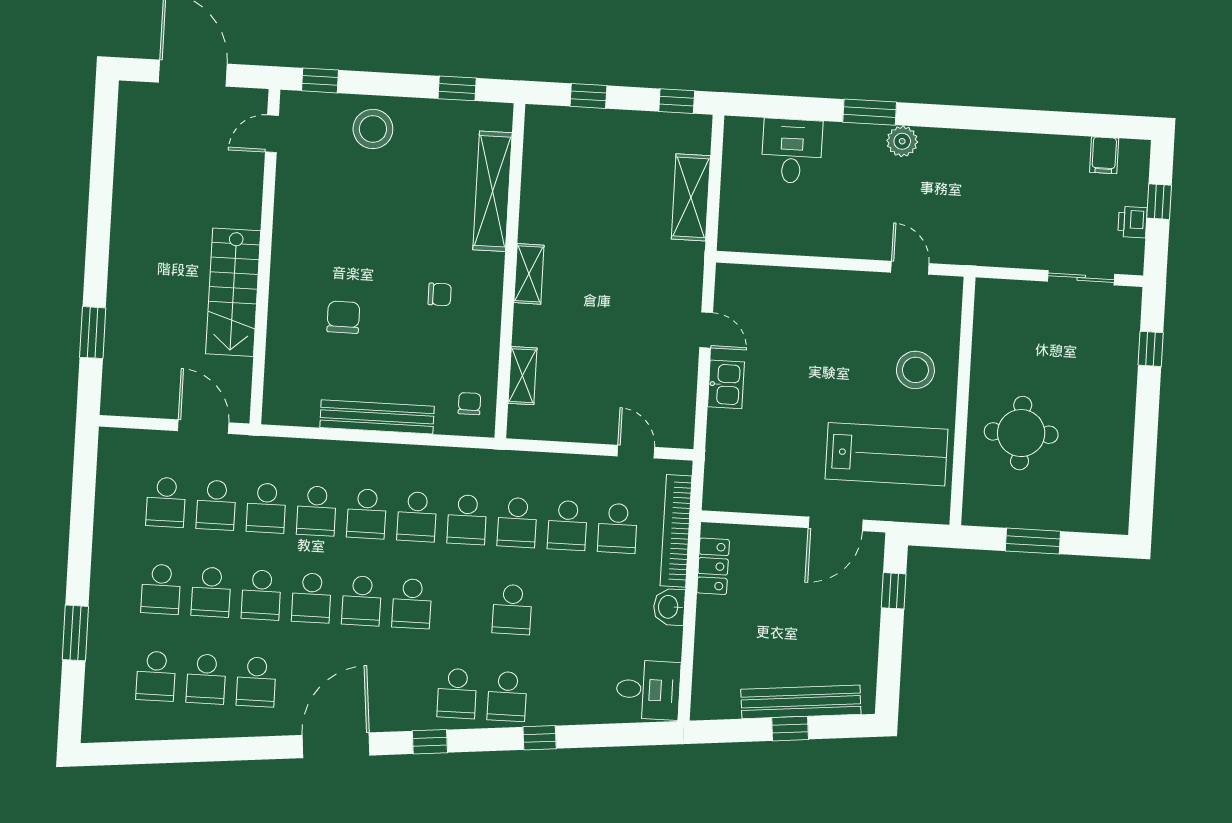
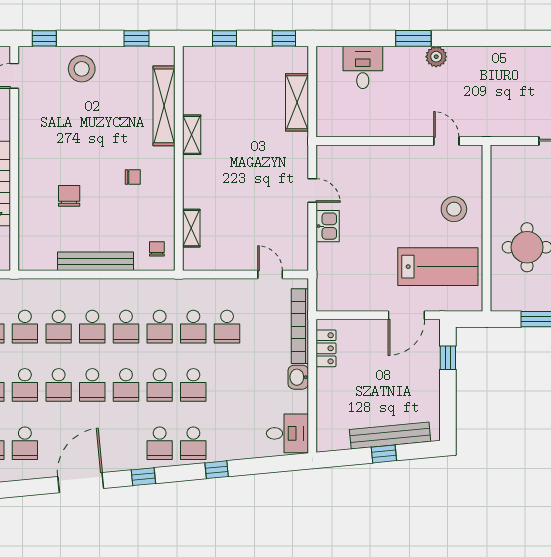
shelving: (529, 274) -> (192, 135), moved
school desk: (618, 528) -> (160, 385), moved

